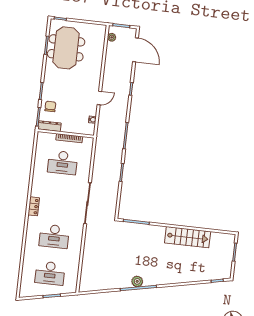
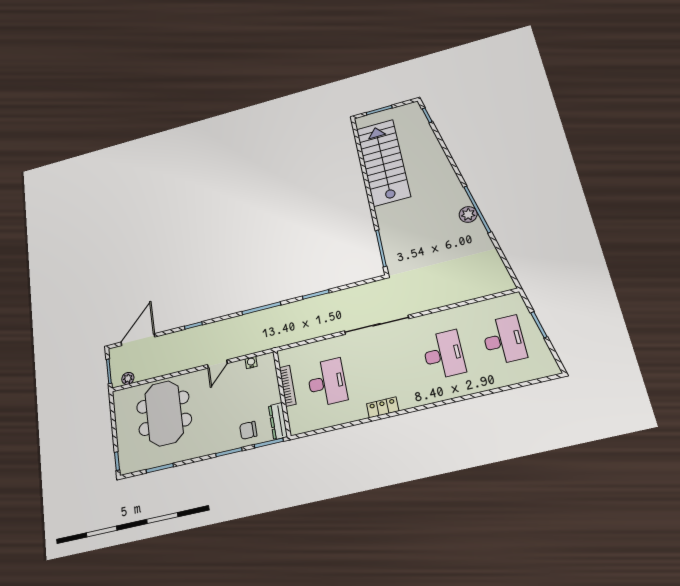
meeting table: (66, 48) -> (164, 413), moved, turned 90
door: (99, 98) -> (217, 364), swing flipped
locker: (34, 206) -> (383, 407), moved
stairs: (188, 237) -> (383, 163), width x1.36, depth x1.51

